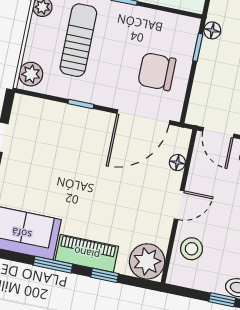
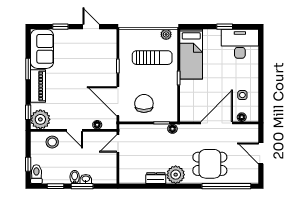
plant: (31, 74) -> (129, 36), removed
window: (105, 275) -> (28, 112), moved

